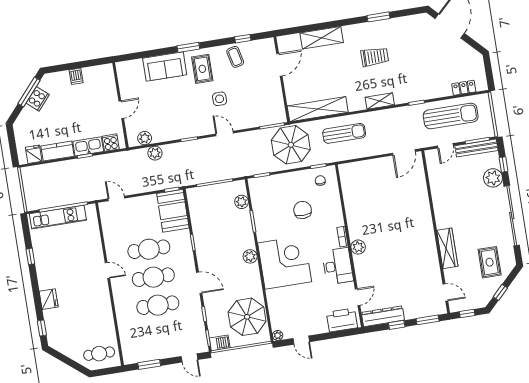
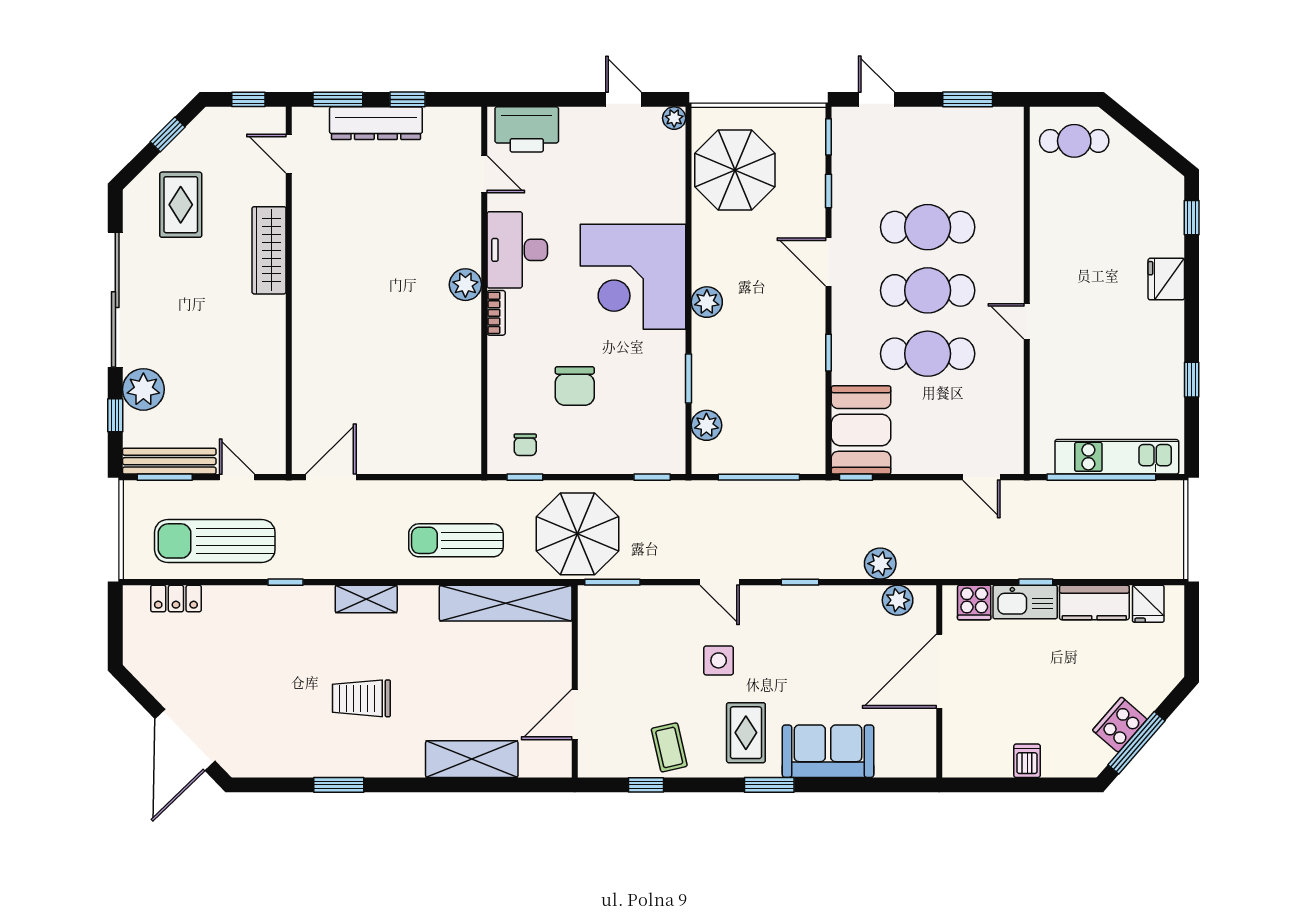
door: (121, 110) -> (939, 671), width x1.87
door: (445, 146) -> (237, 477), hinge flipped
door: (358, 297) -> (484, 174), swing flipped
dresser: (383, 316) -> (376, 123), moved
barbecue: (220, 343) -> (804, 122), removed

